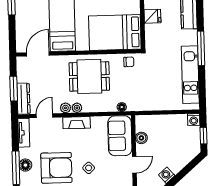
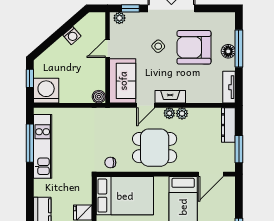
window: (201, 48) -> (30, 143), moved
window: (14, 89) -> (239, 149), moved
floor lamp: (122, 107) -> (120, 113), removed
door: (45, 116) -> (146, 105), moved
washing machine: (194, 120) -> (46, 91), width x1.89, depth x1.89
boiler: (141, 138) -> (99, 97), moved

